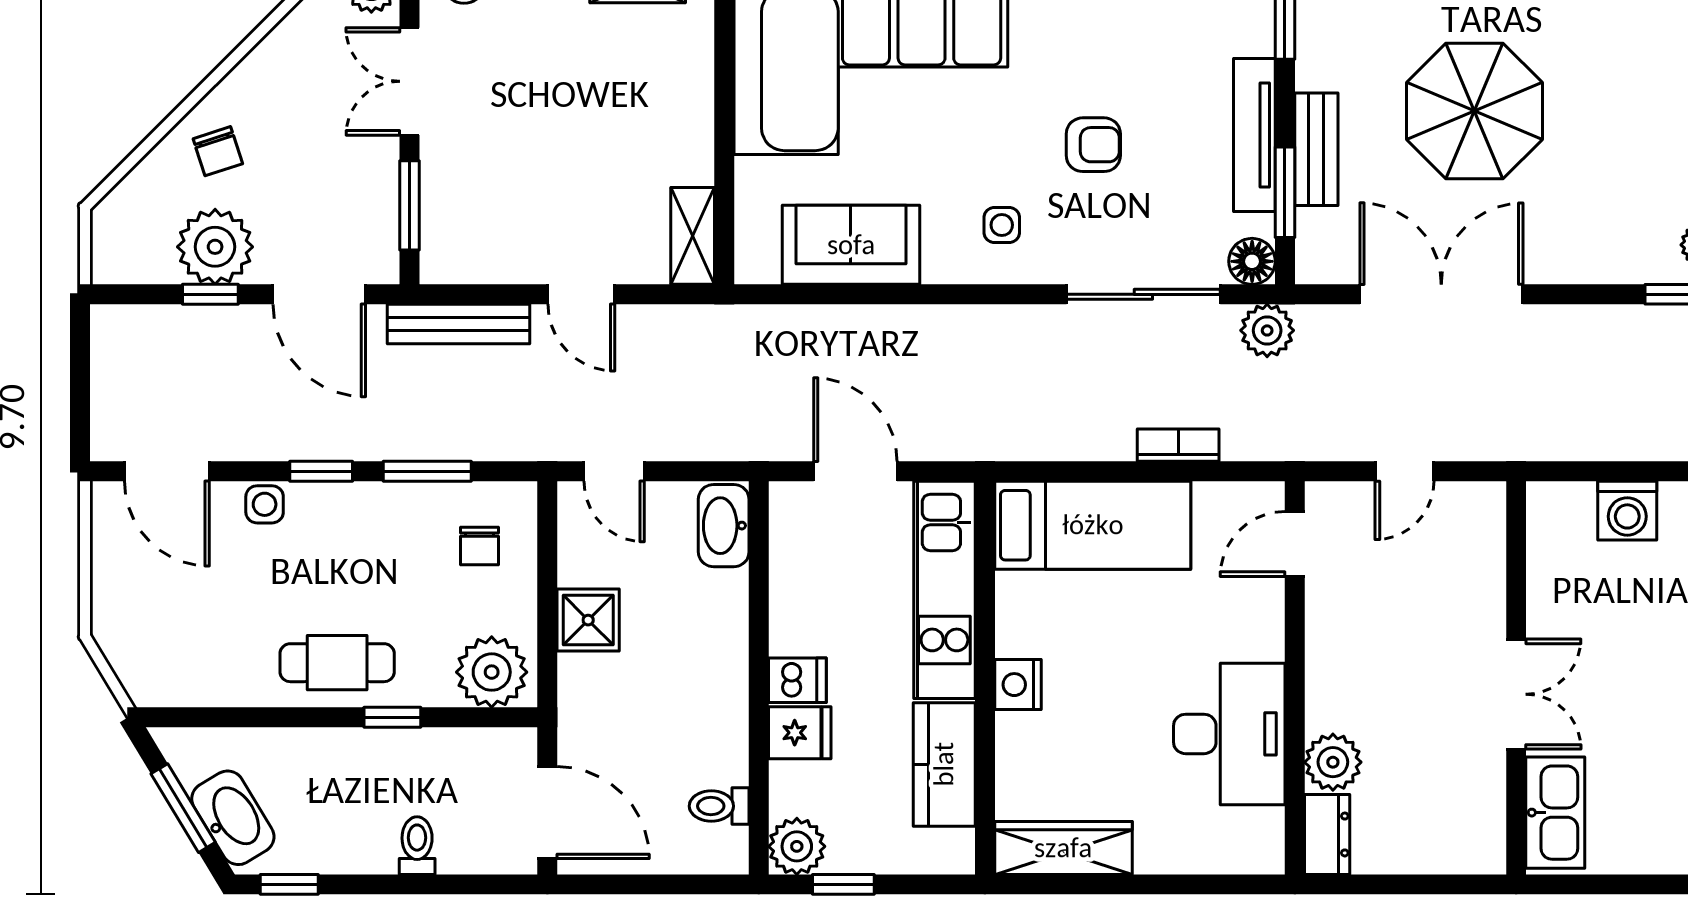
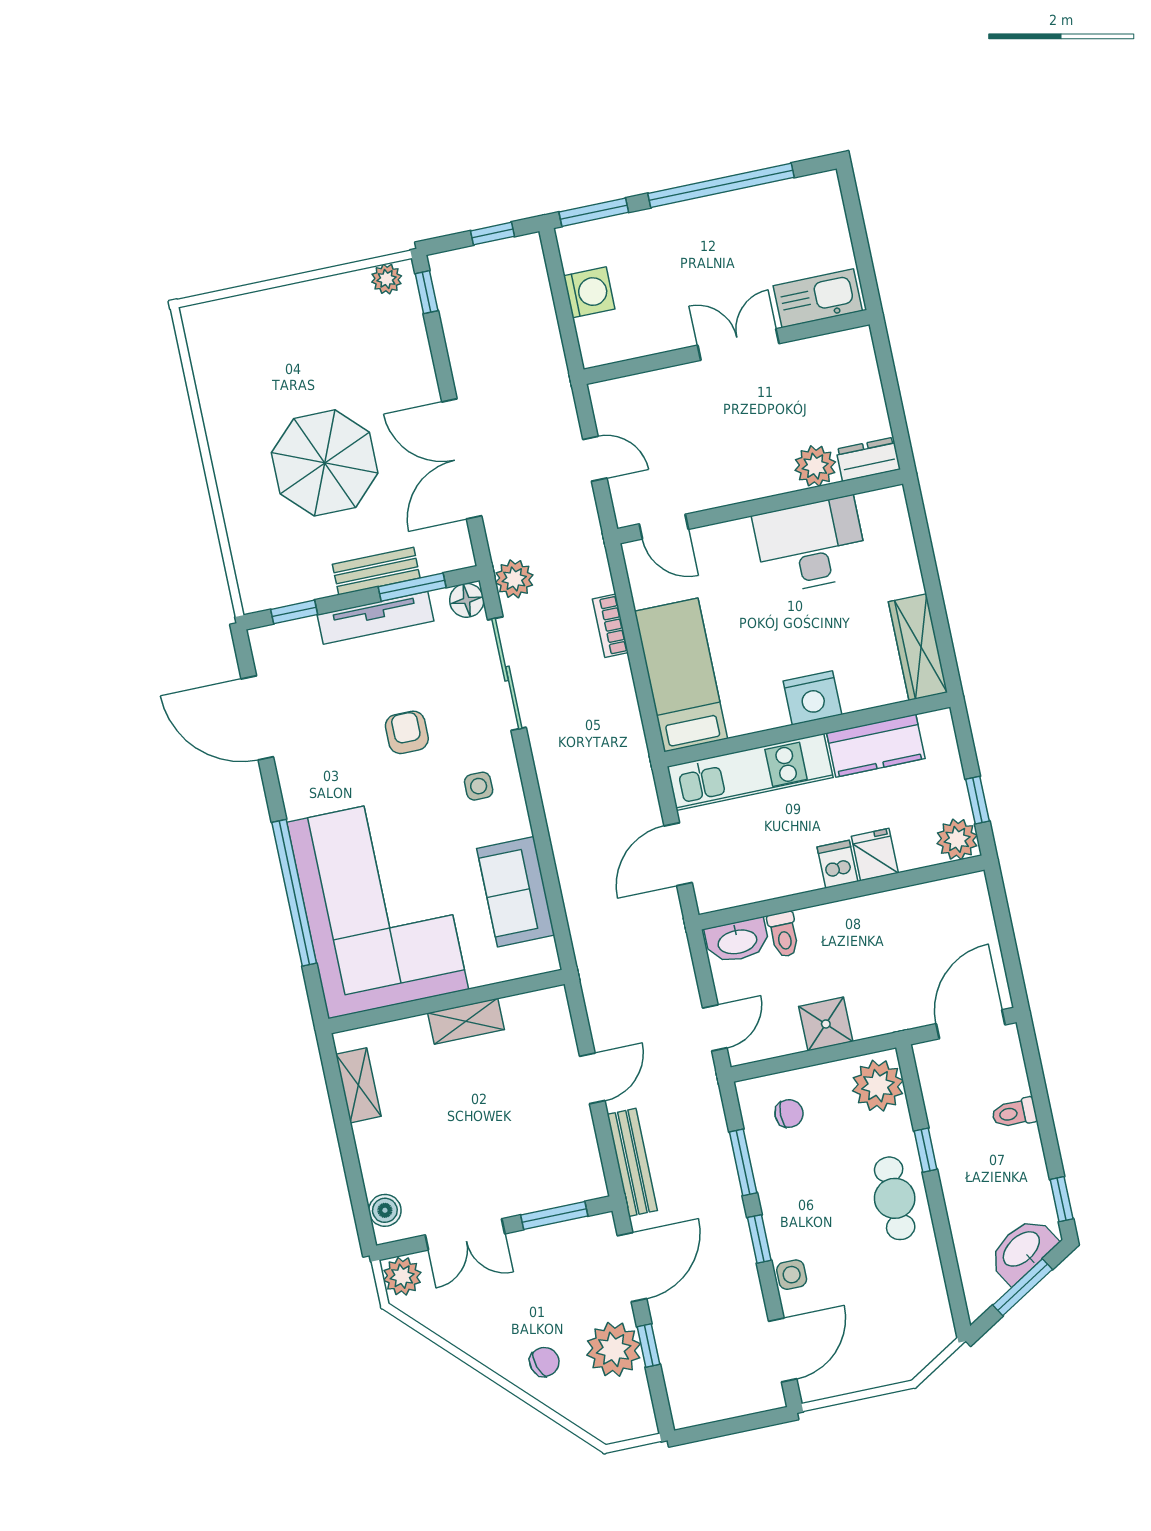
shelving: (693, 236) -> (466, 1021), moved
nightstand: (1018, 685) -> (812, 698), width x1.36, depth x1.33
toilet: (719, 806) -> (784, 934), moved

